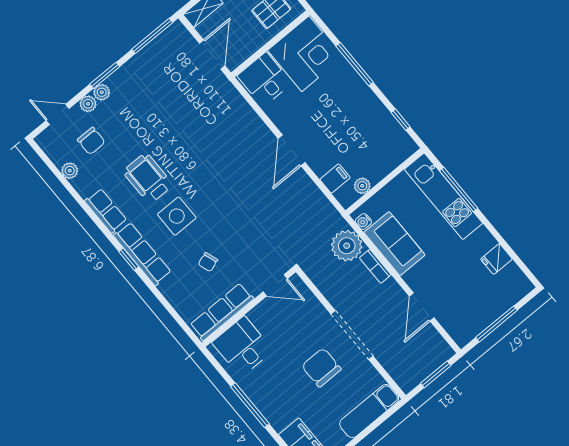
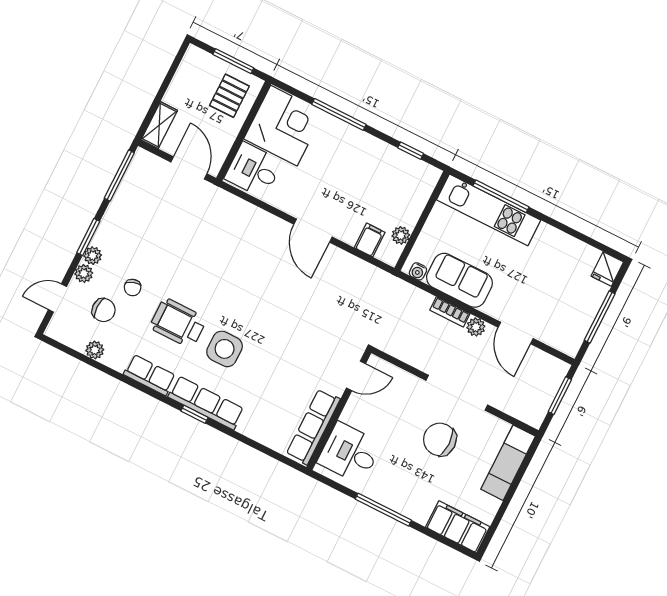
plant: (347, 246) -> (476, 327), moved, width x0.53, depth x0.53
fridge: (496, 259) -> (607, 269), moved
chair: (208, 262) -> (133, 288), moved

